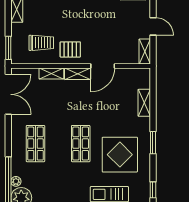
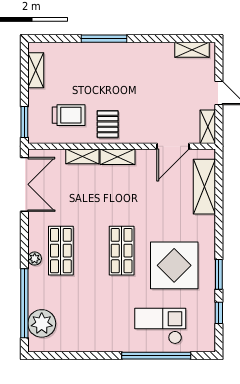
pallet: (70, 49) -> (108, 124), turned 90
door: (103, 66) -> (173, 146), moved
shelving: (144, 103) -> (204, 187), width x1.50, depth x1.33
window: (153, 143) -> (219, 274), moved
plant: (16, 181) -> (35, 259), moved

